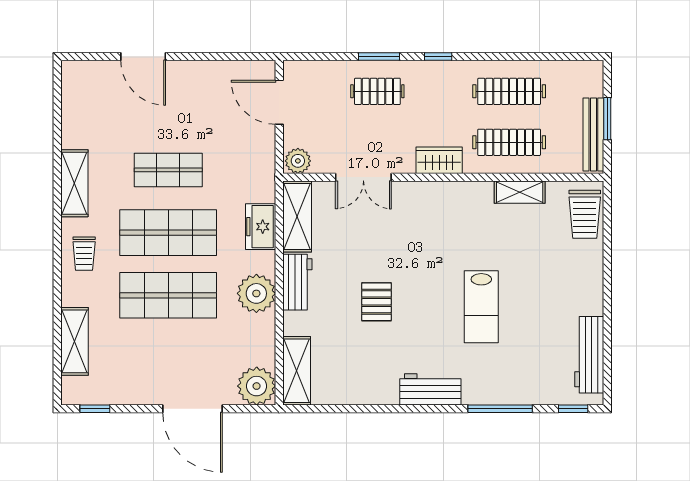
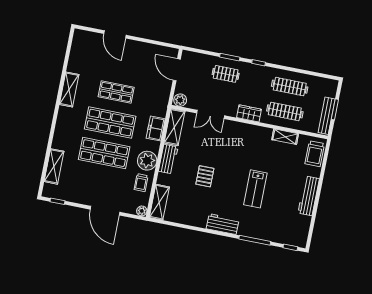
trolley: (84, 254) -> (141, 183), moved
workbench: (589, 355) -> (309, 196), moved
plant: (257, 386) -> (142, 211), width x0.53, depth x0.53

